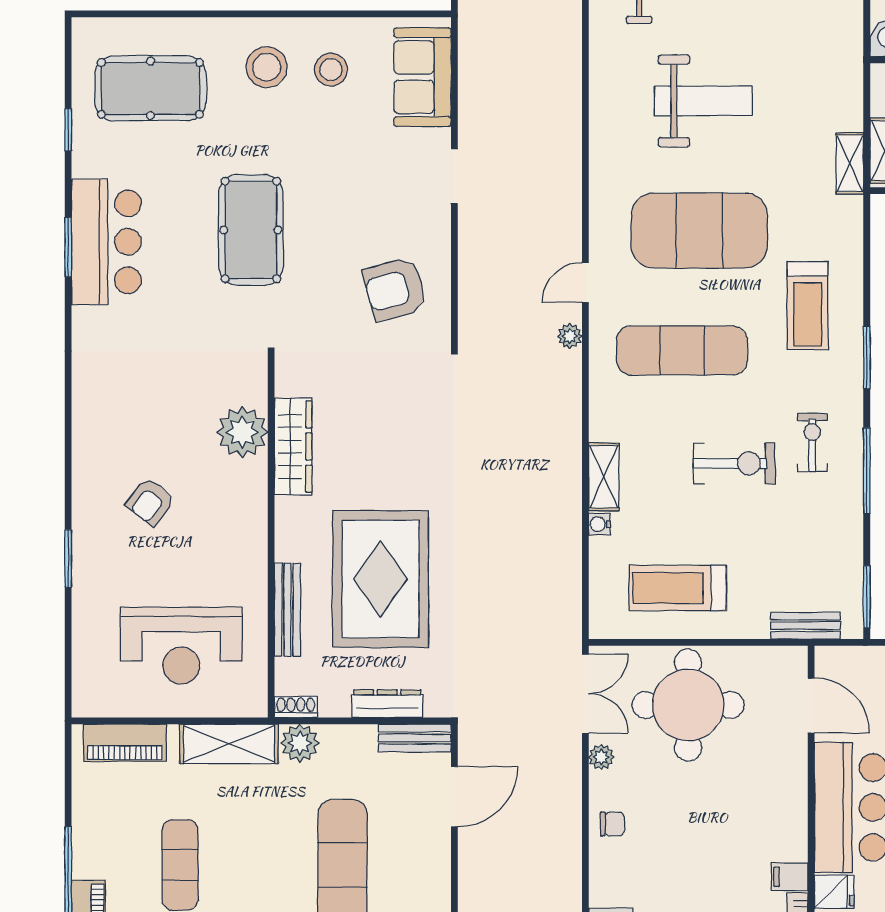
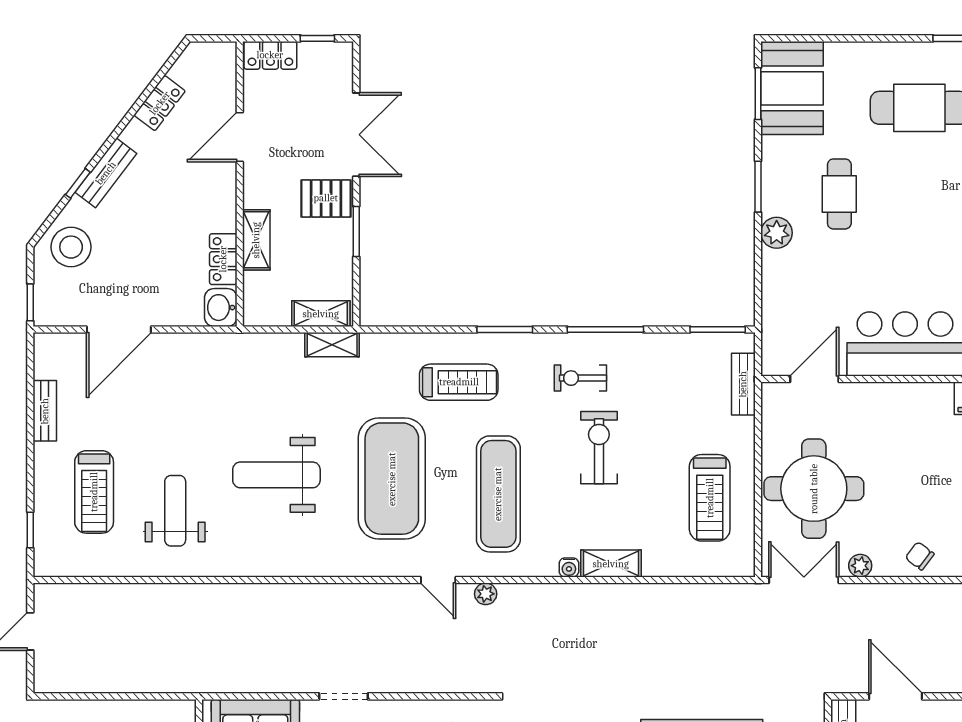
weight bench: (703, 101) -> (276, 475), turned -90
water cooler: (599, 524) -> (569, 567), moved
chair: (612, 824) -> (920, 556), turned -53

